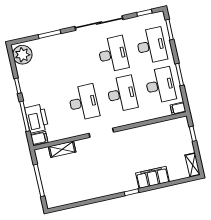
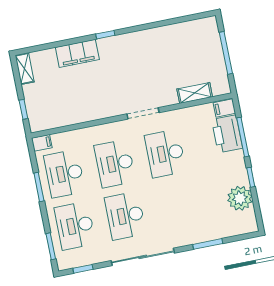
plant: (22, 55) -> (240, 198), moved

